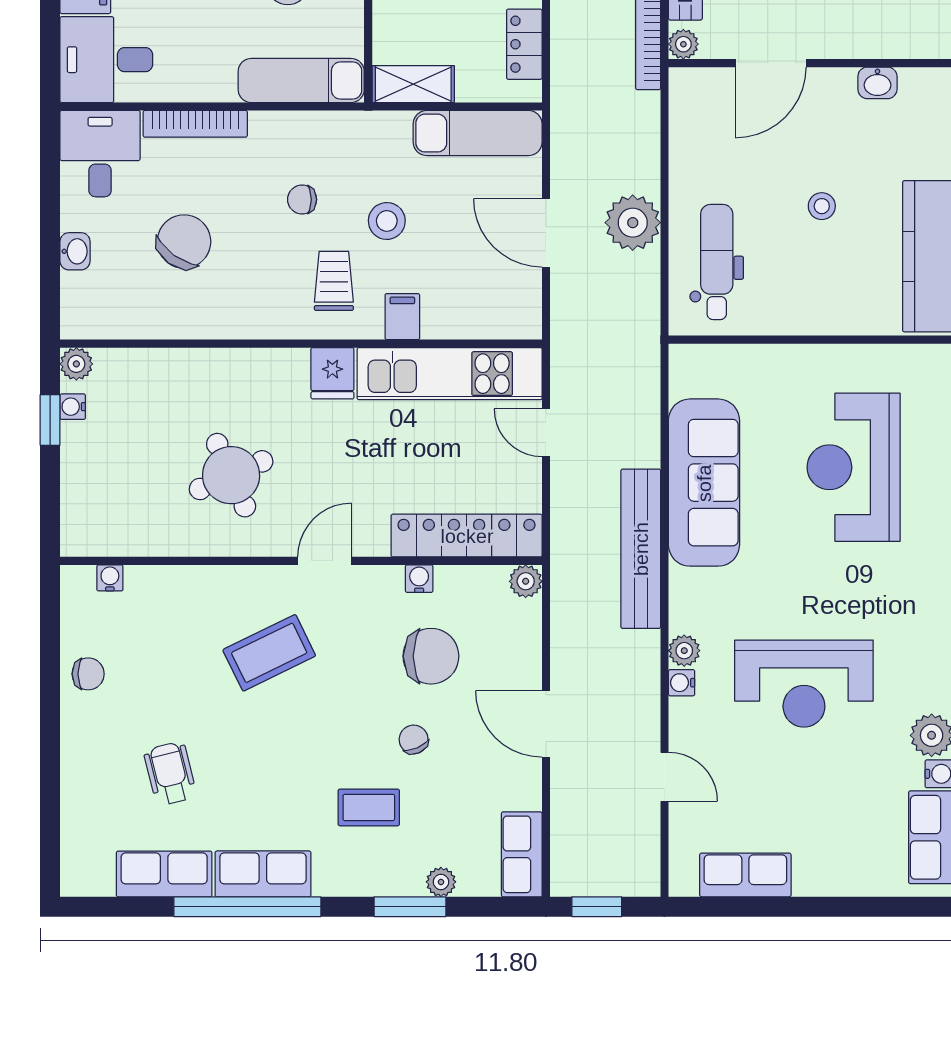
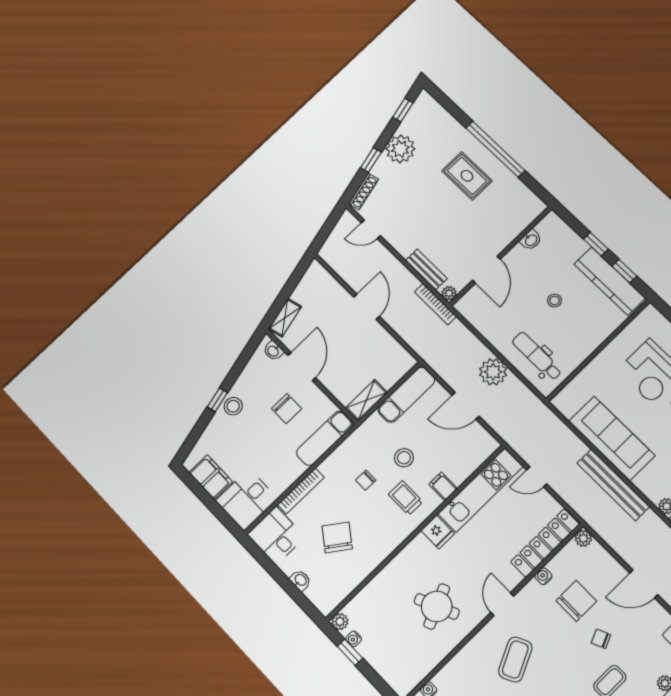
locker: (524, 44) -> (392, 348), removed

